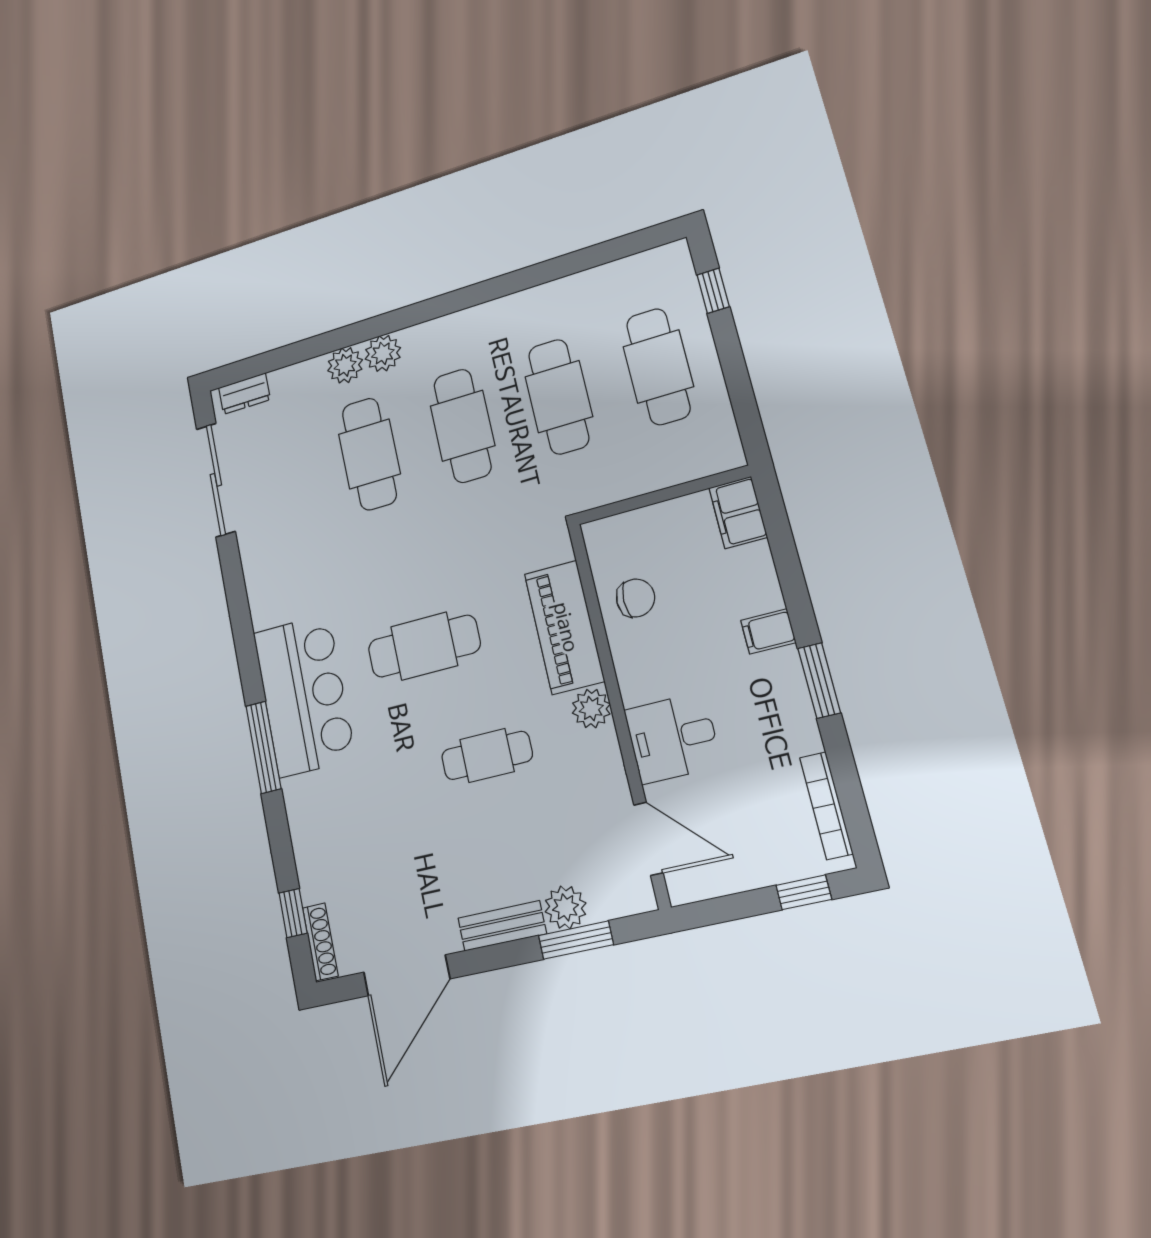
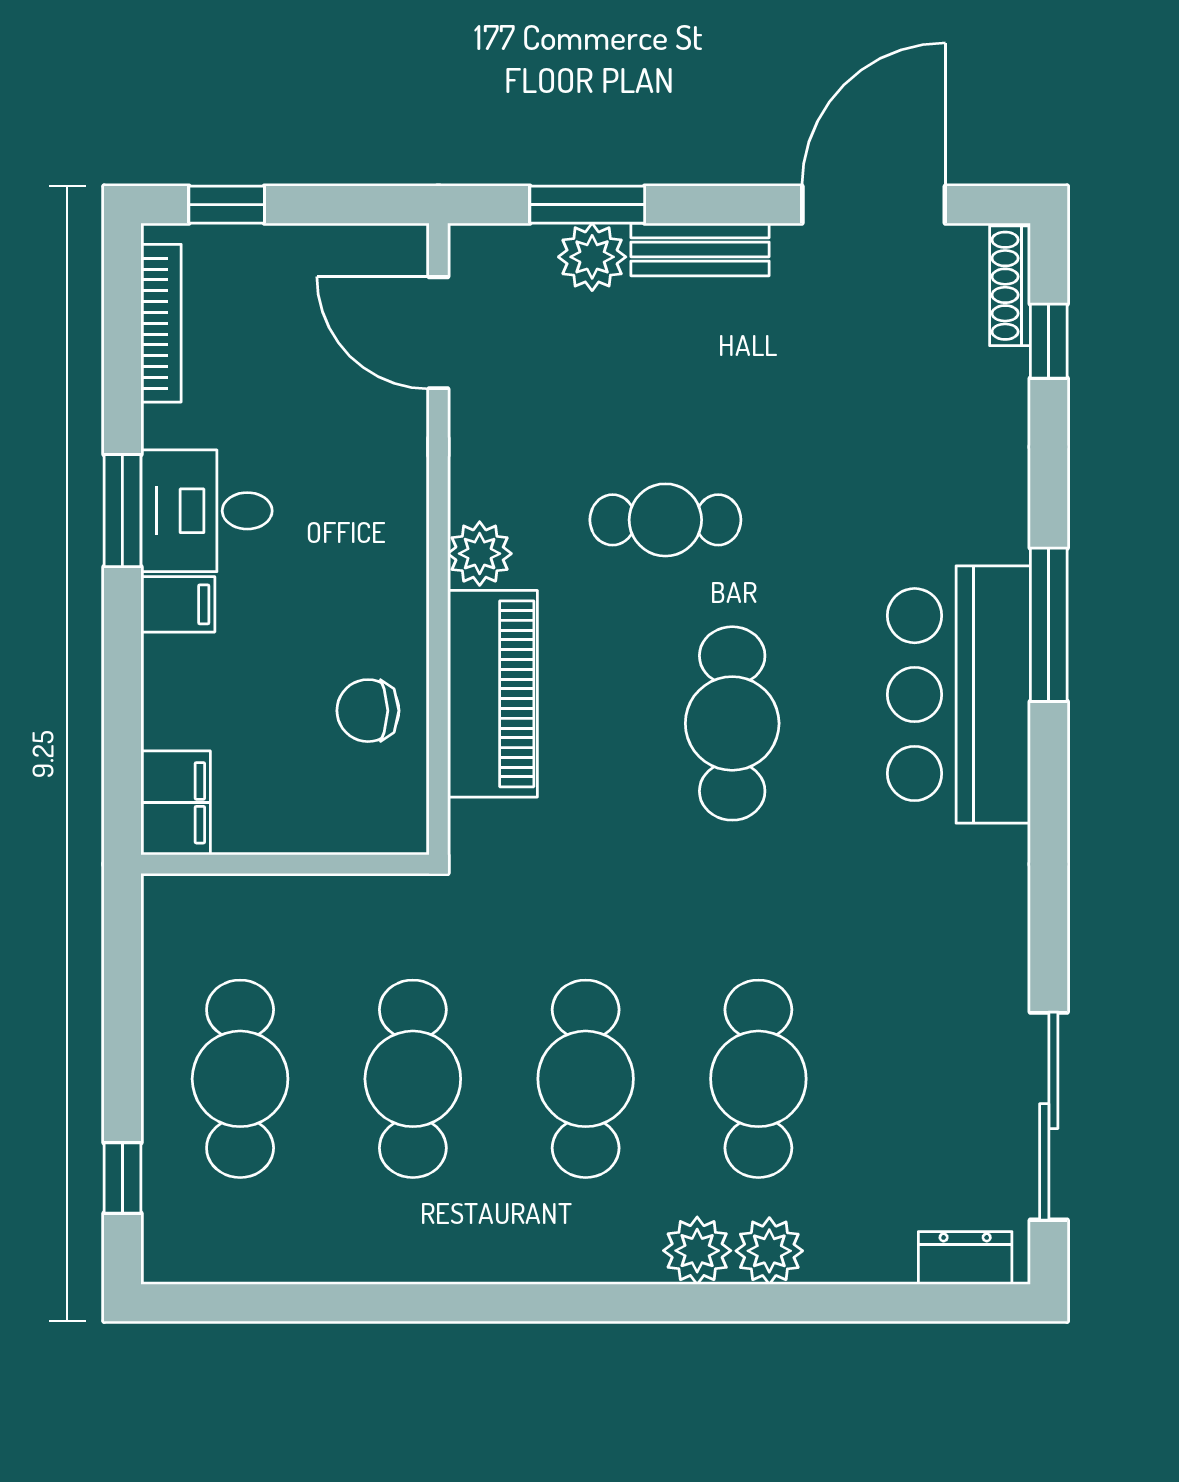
cafe table: (424, 646) -> (732, 723), turned 90
desk: (673, 738) -> (206, 511), moved, turned 180

